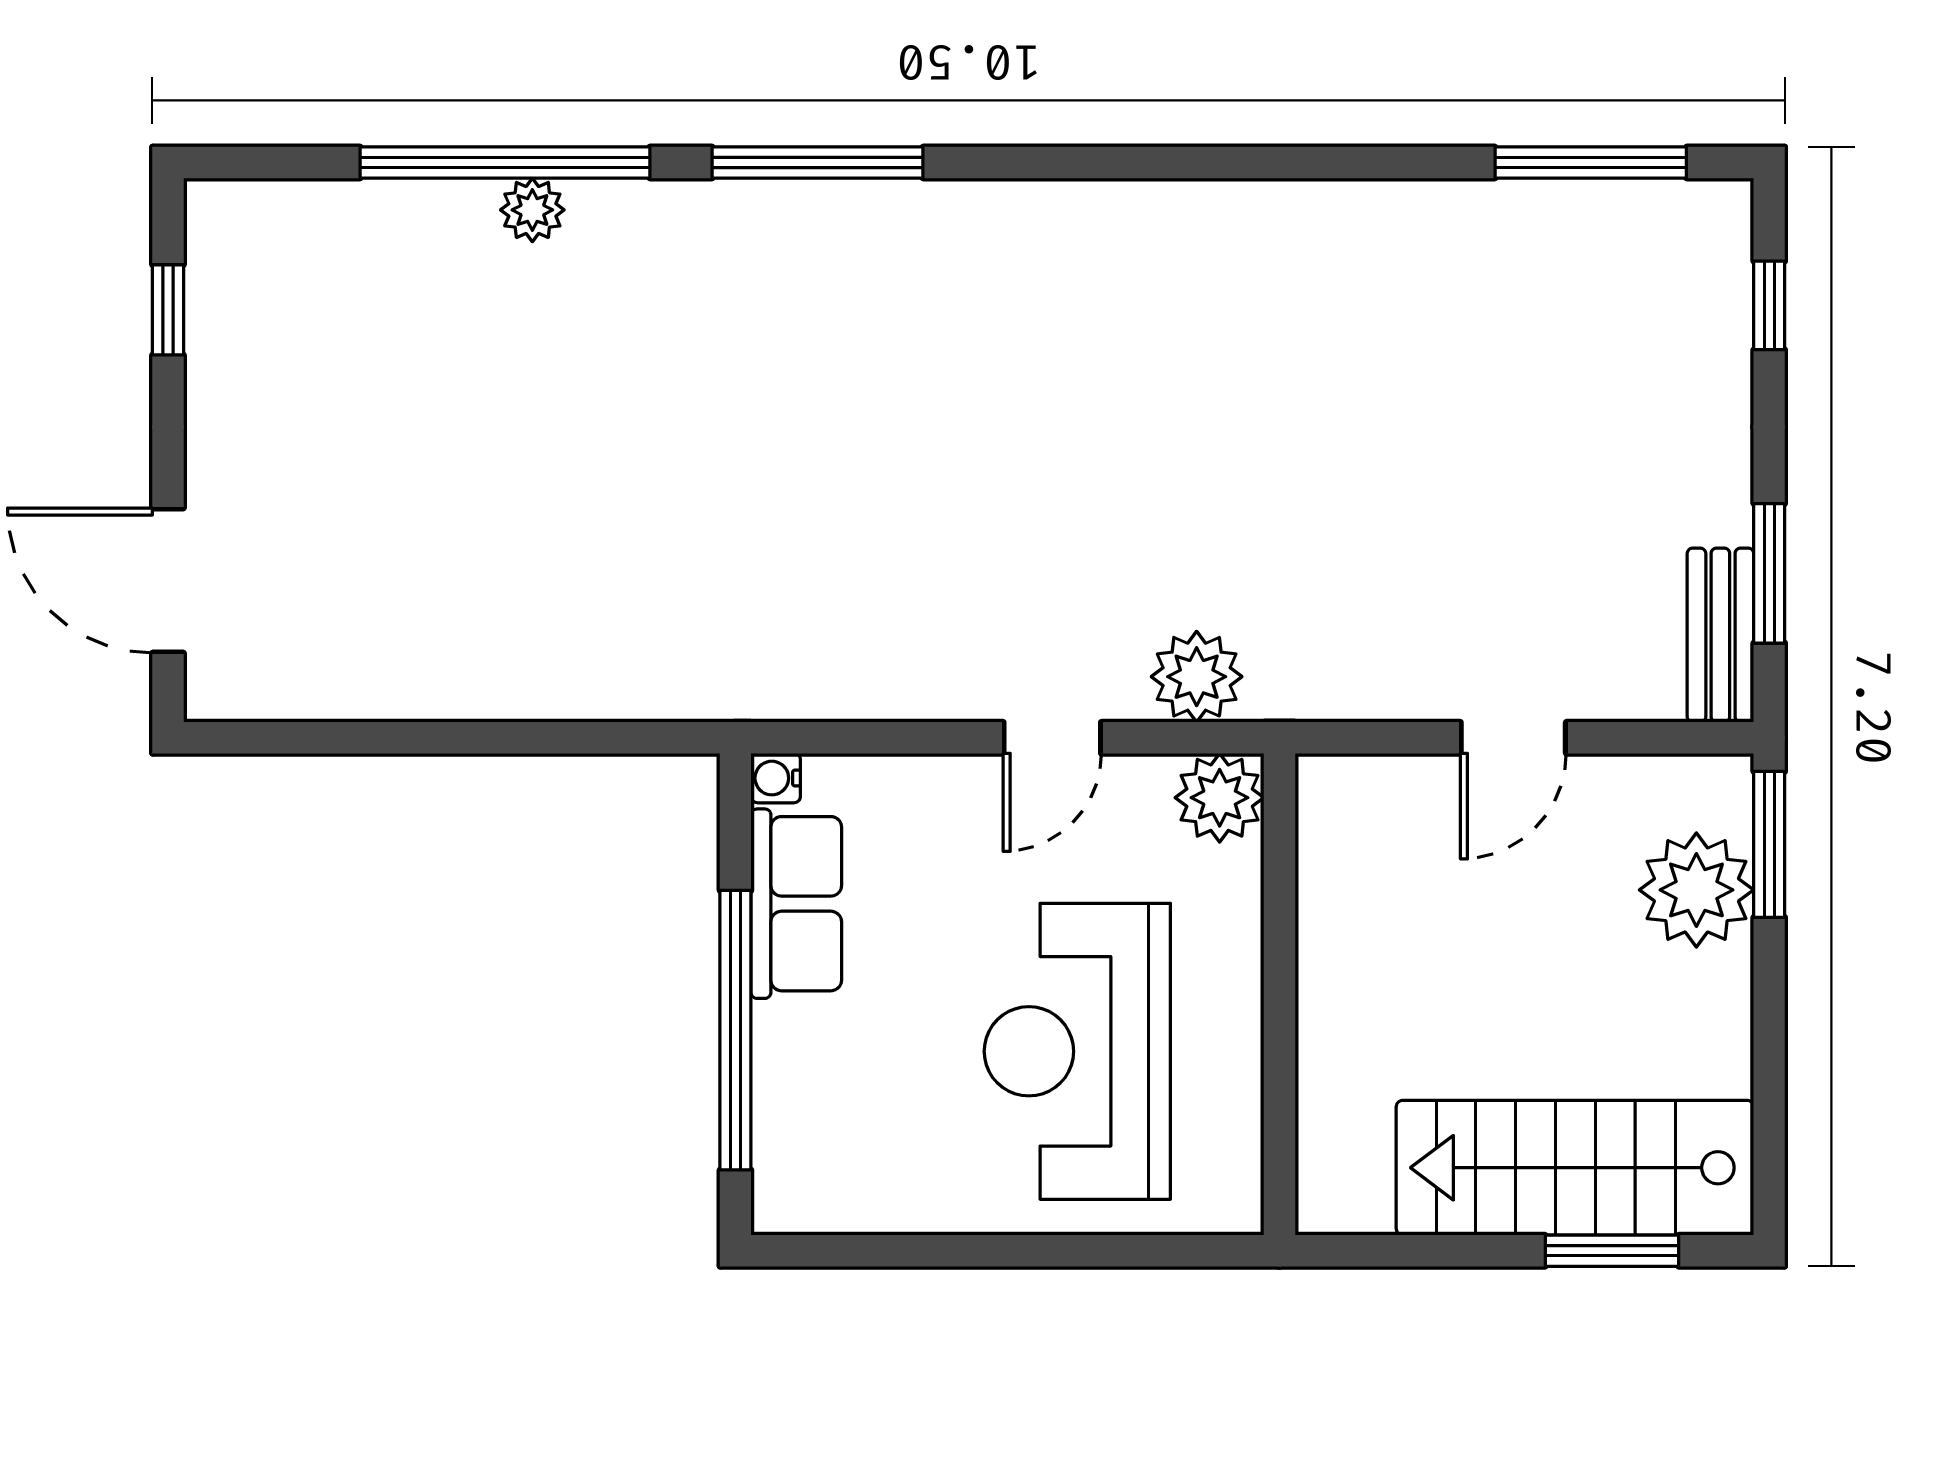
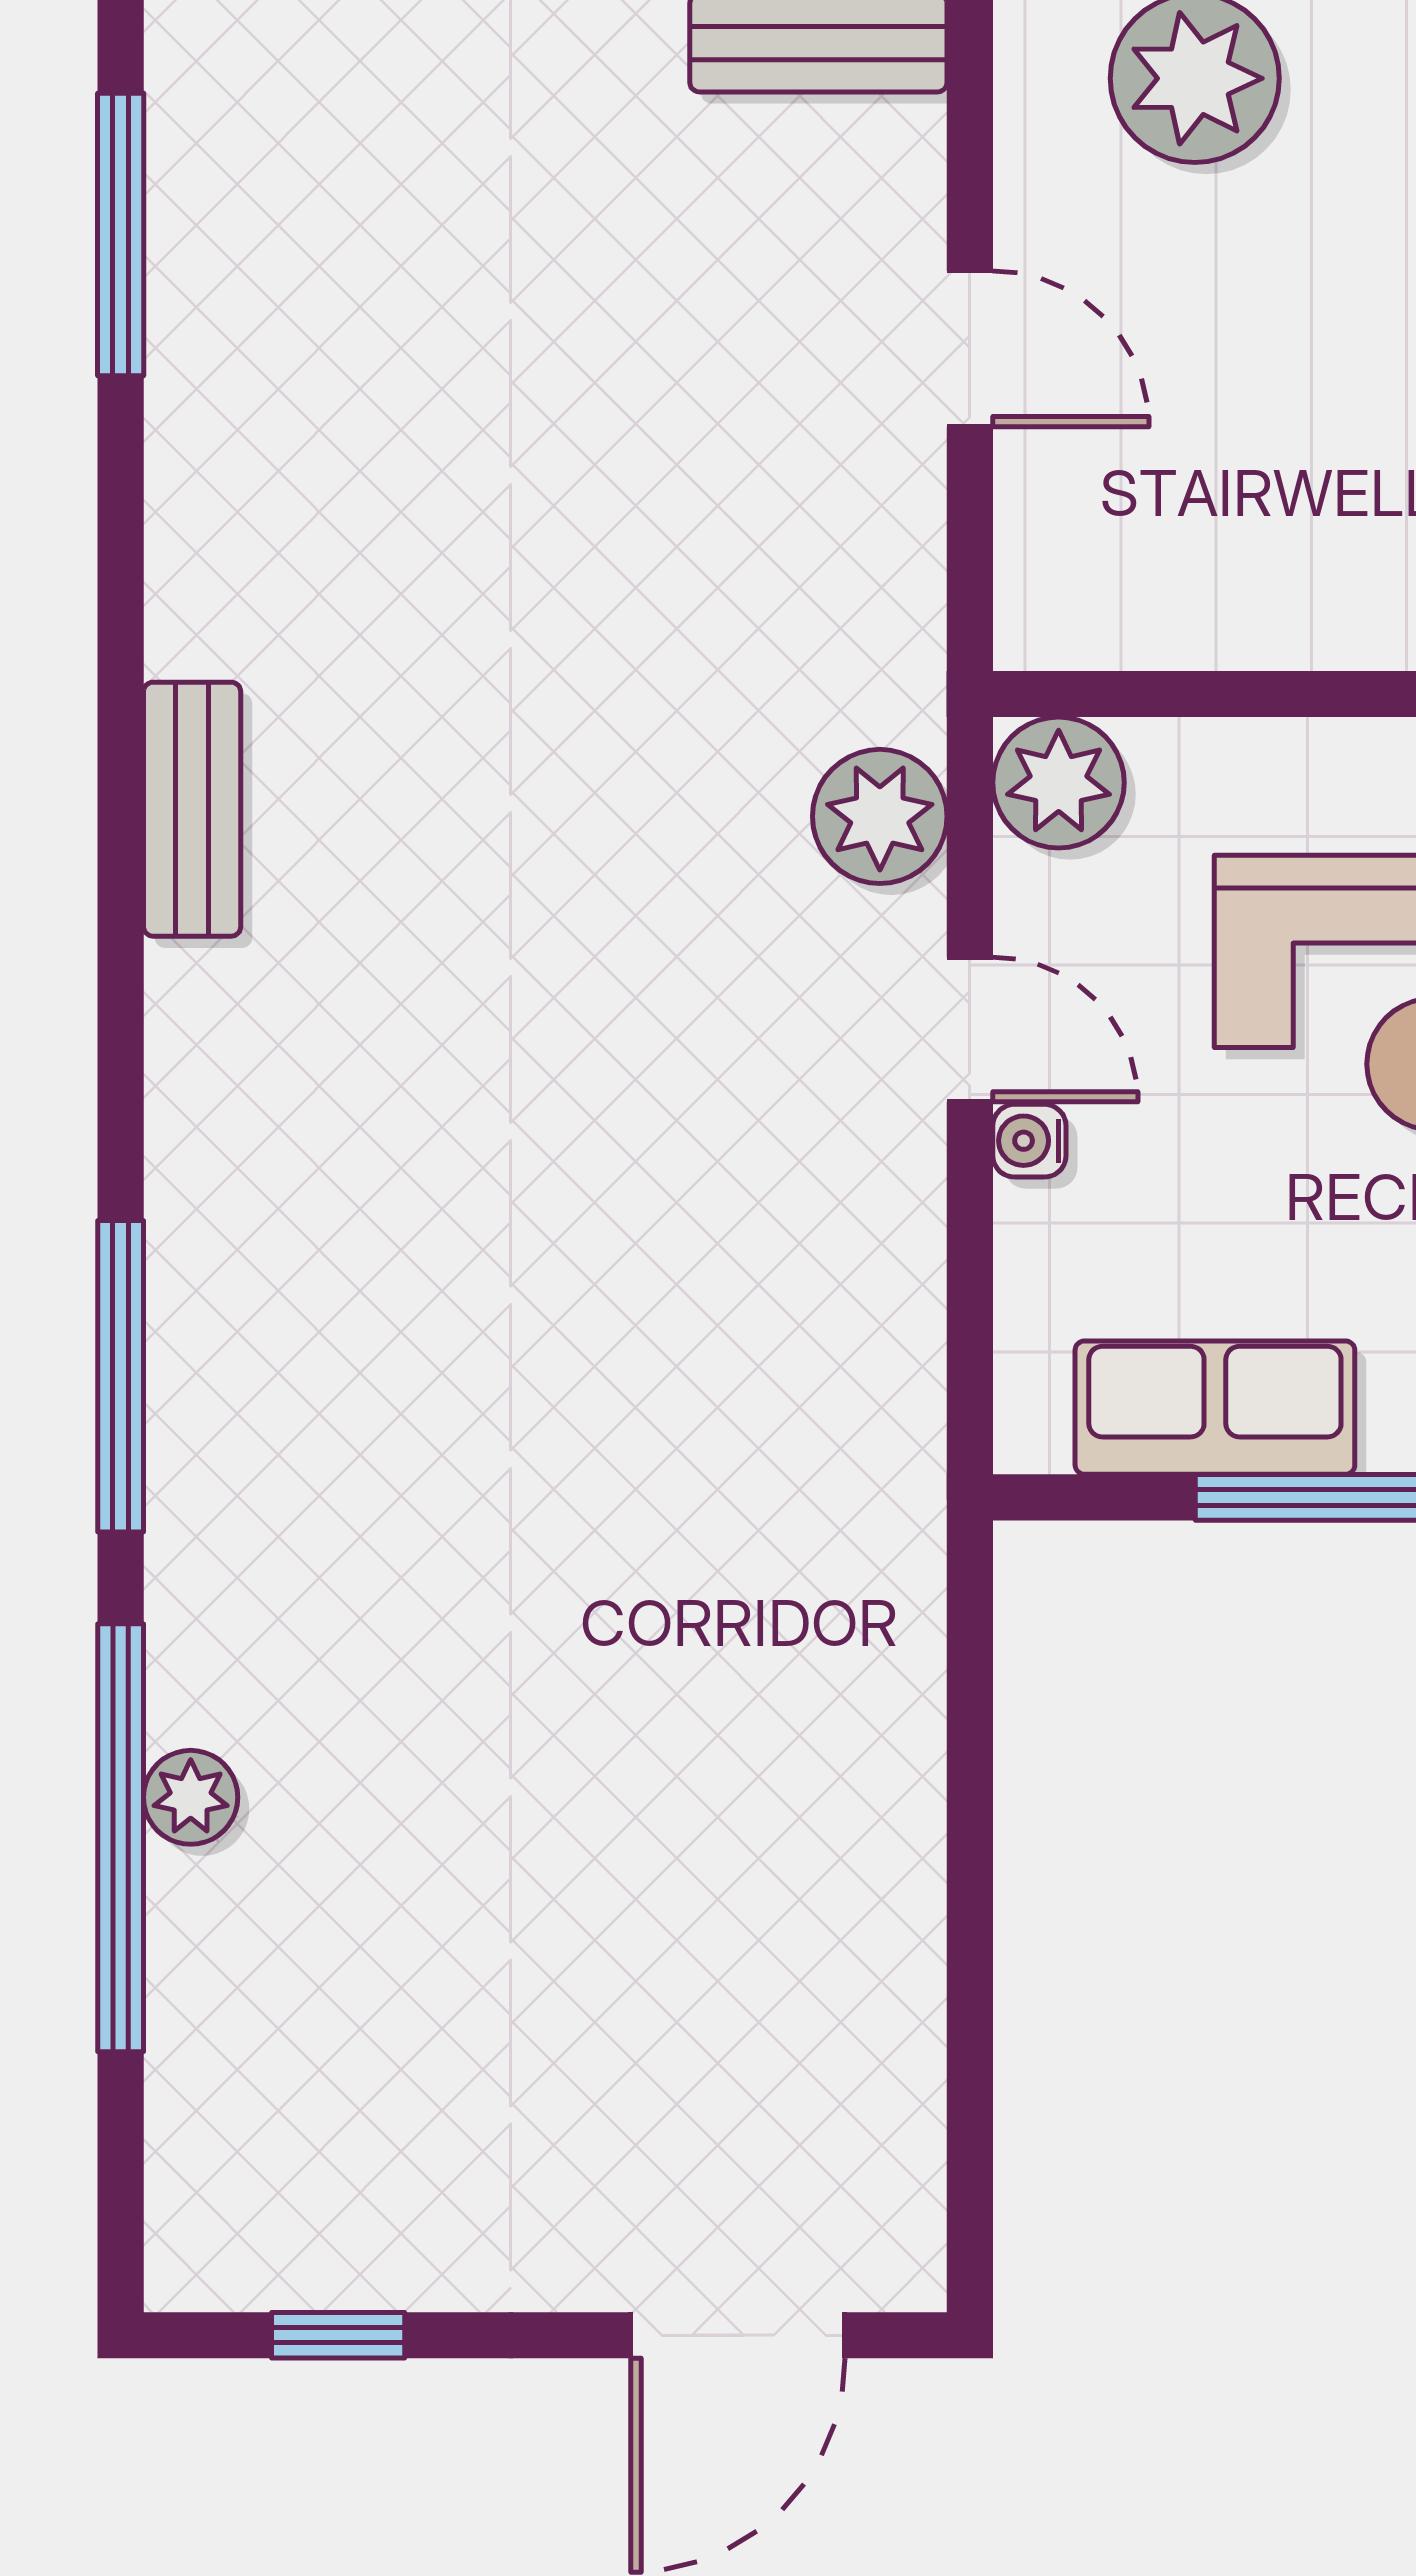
bench: (1201, 211) -> (192, 809), added
water cooler: (776, 778) -> (1029, 1141), moved, turned 90

